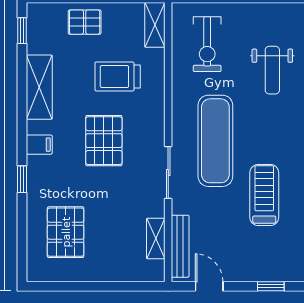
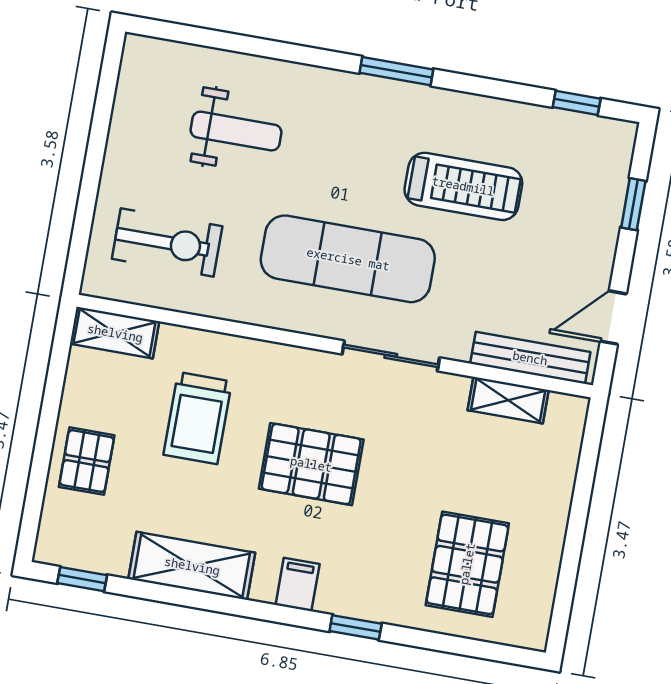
treadmill: (264, 195) -> (463, 186), turned 180
pallet: (66, 232) -> (467, 564), turned 90

